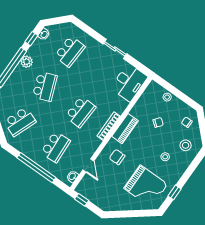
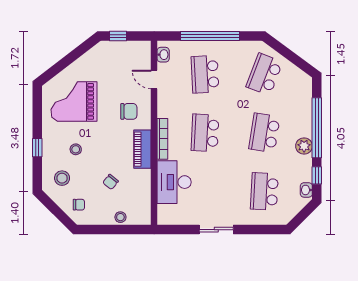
desk: (129, 82) -> (174, 182), moved
school desk: (45, 86) -> (264, 133), turned 30
window: (175, 192) -> (37, 148), moved
window: (82, 200) -> (118, 36), moved

